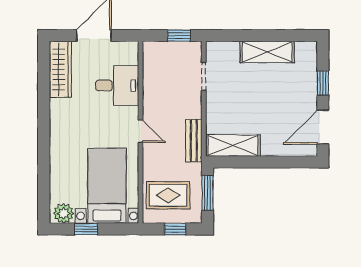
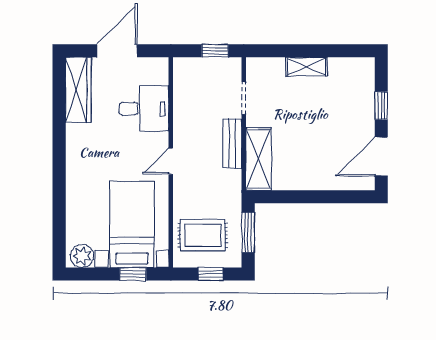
shelving: (267, 52) -> (306, 67), width x0.67, depth x0.75
door: (141, 131) -> (171, 161), swing flipped
bench: (194, 141) -> (232, 144), moved
shelving: (233, 146) -> (259, 159), moved, turned 90
window: (86, 229) -> (133, 274), moved

